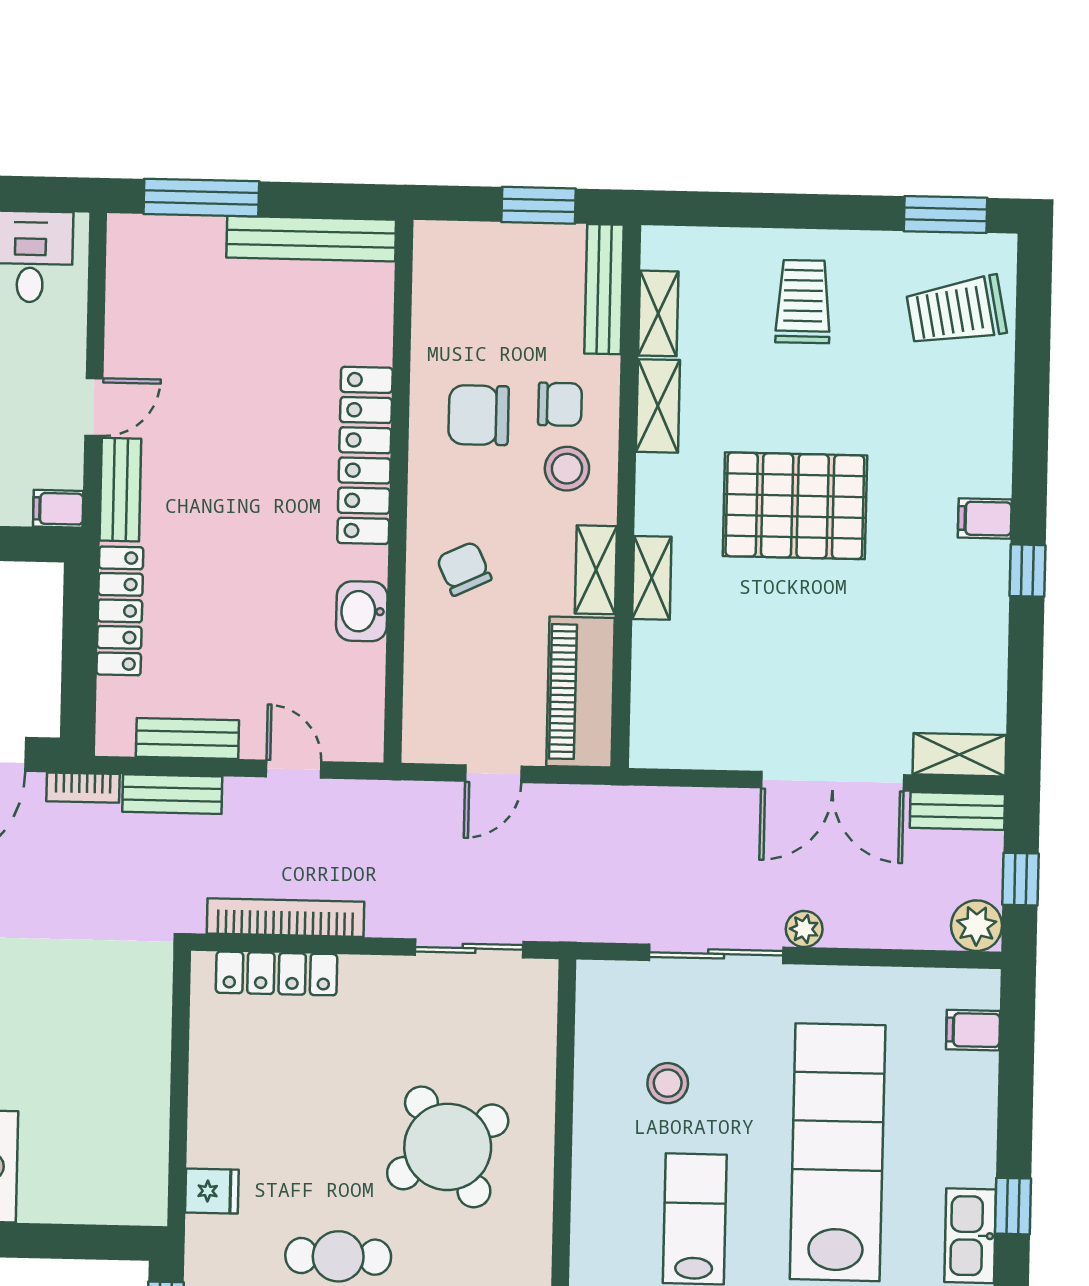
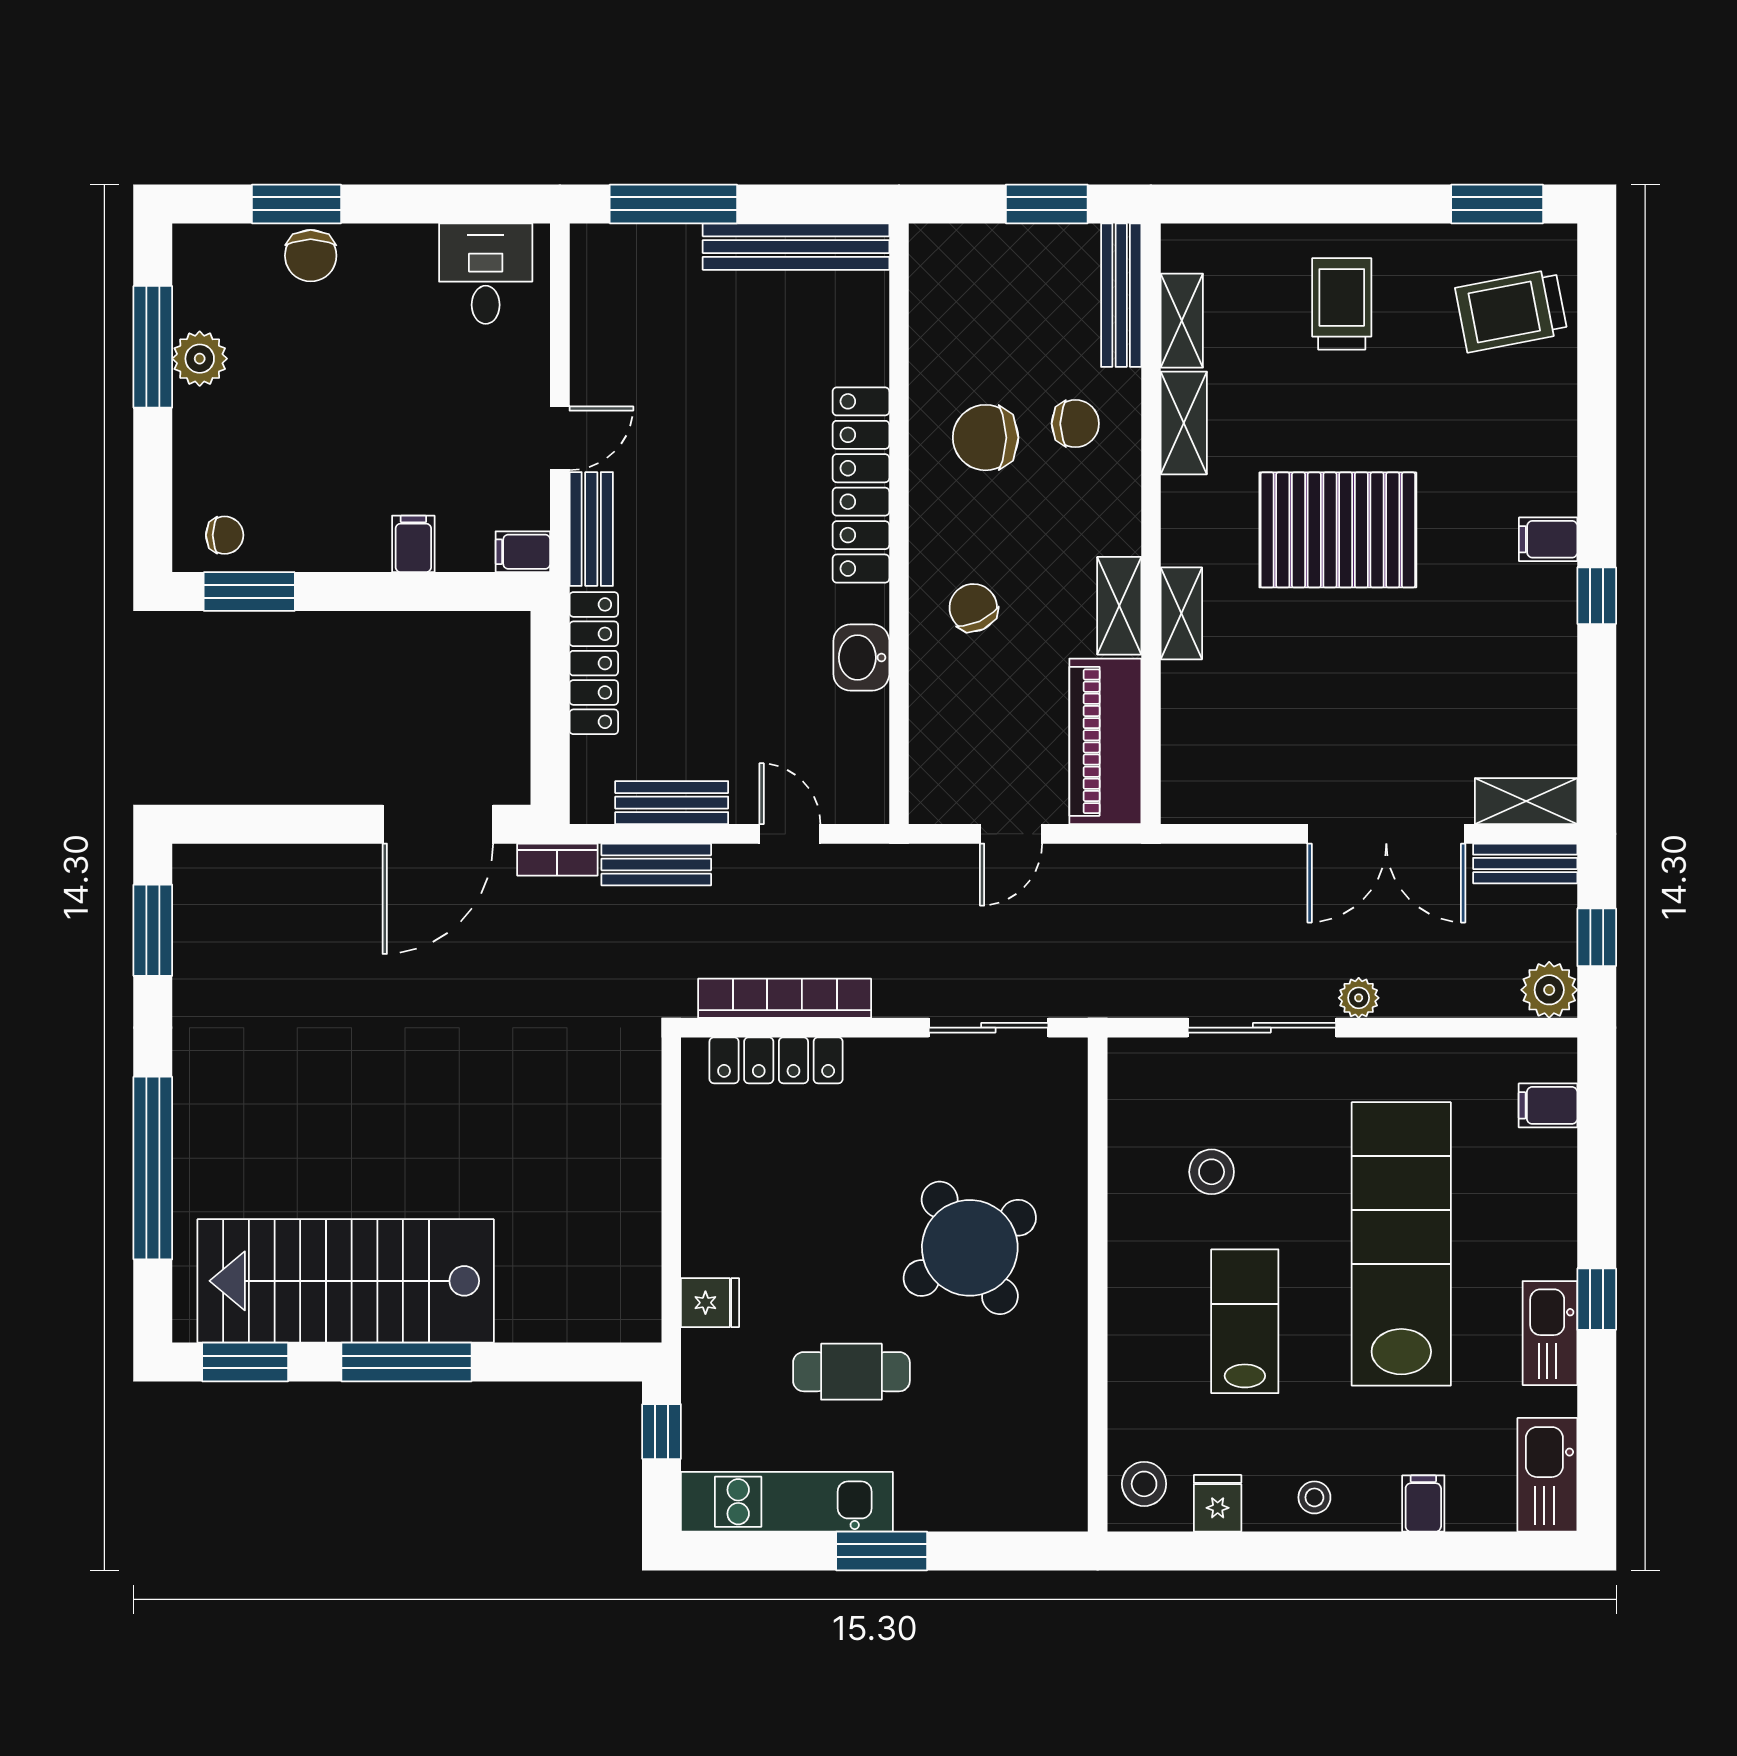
stool: (567, 469) -> (1085, 495), removed

